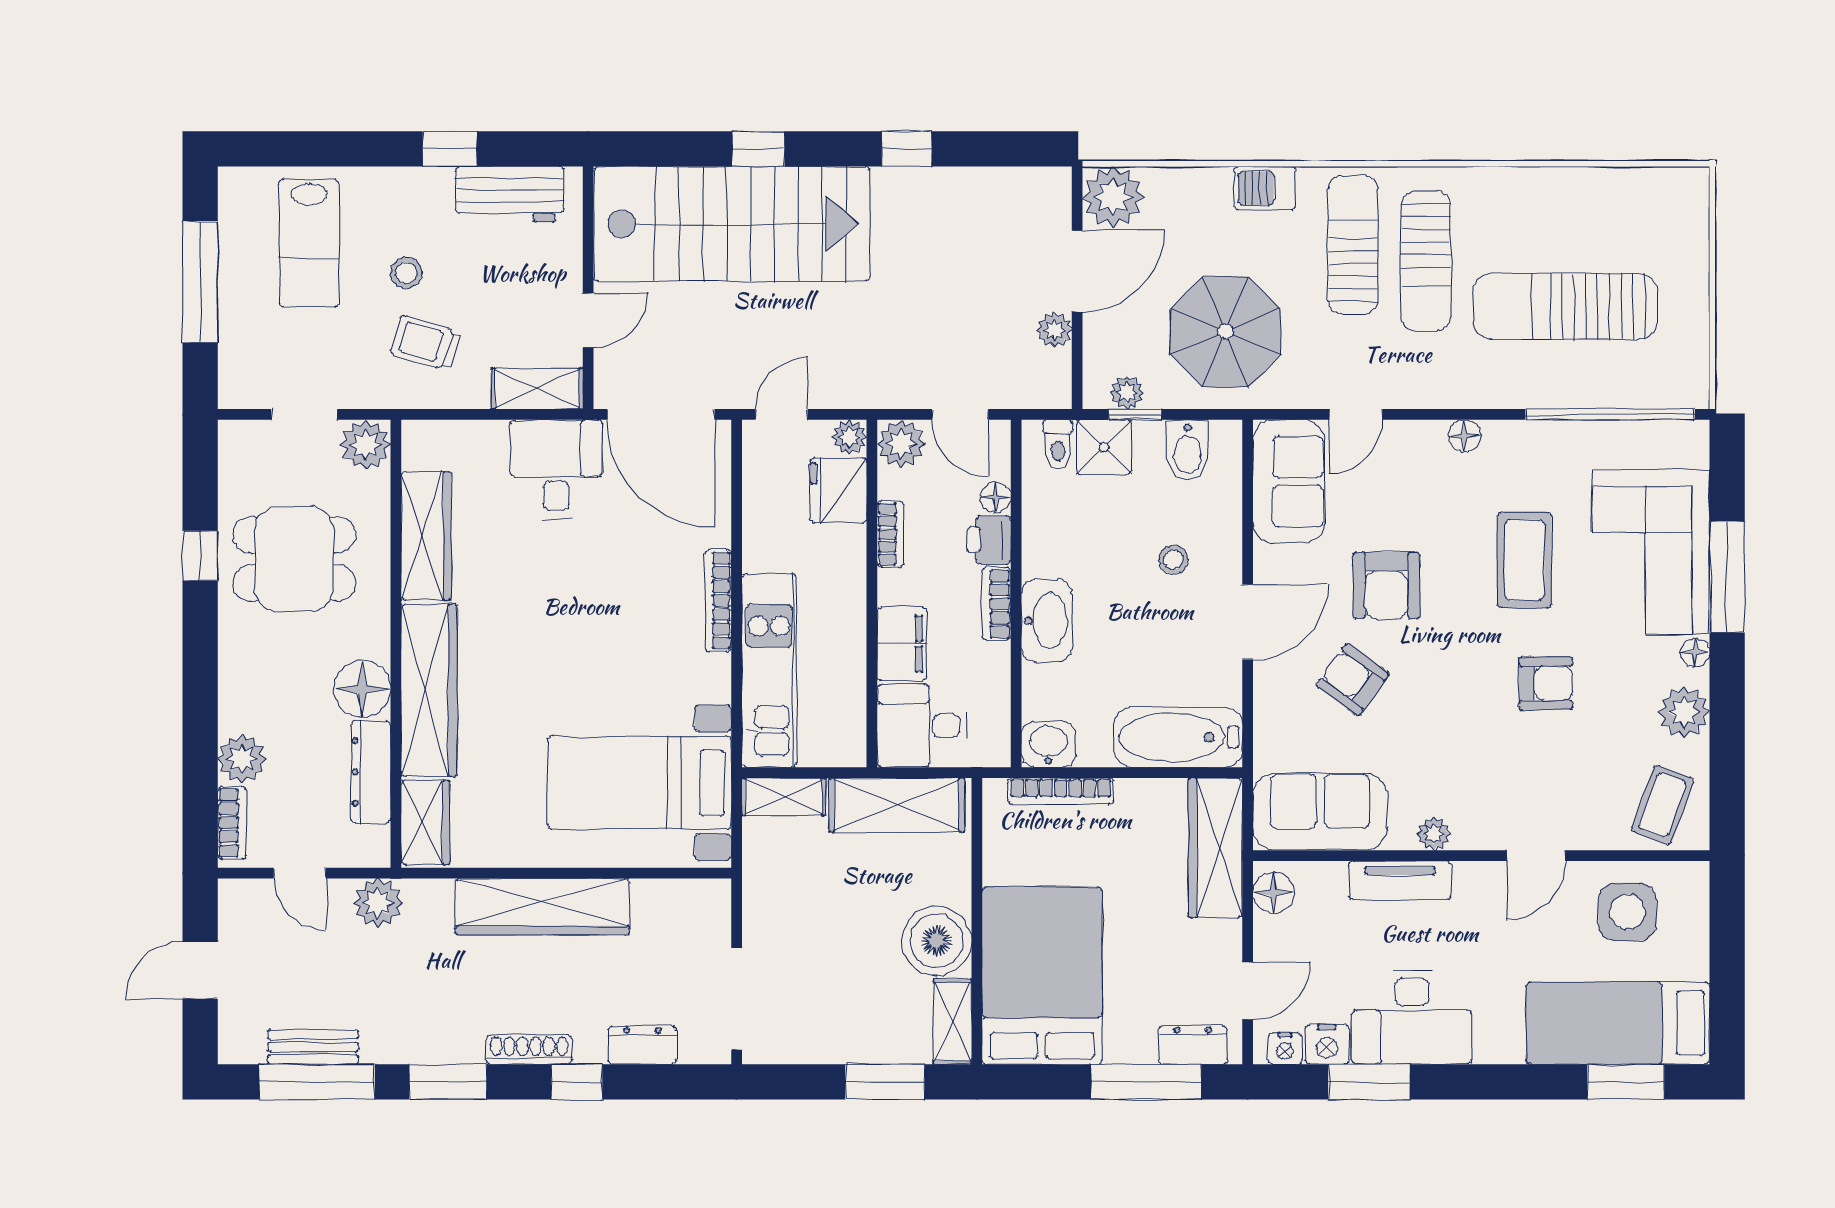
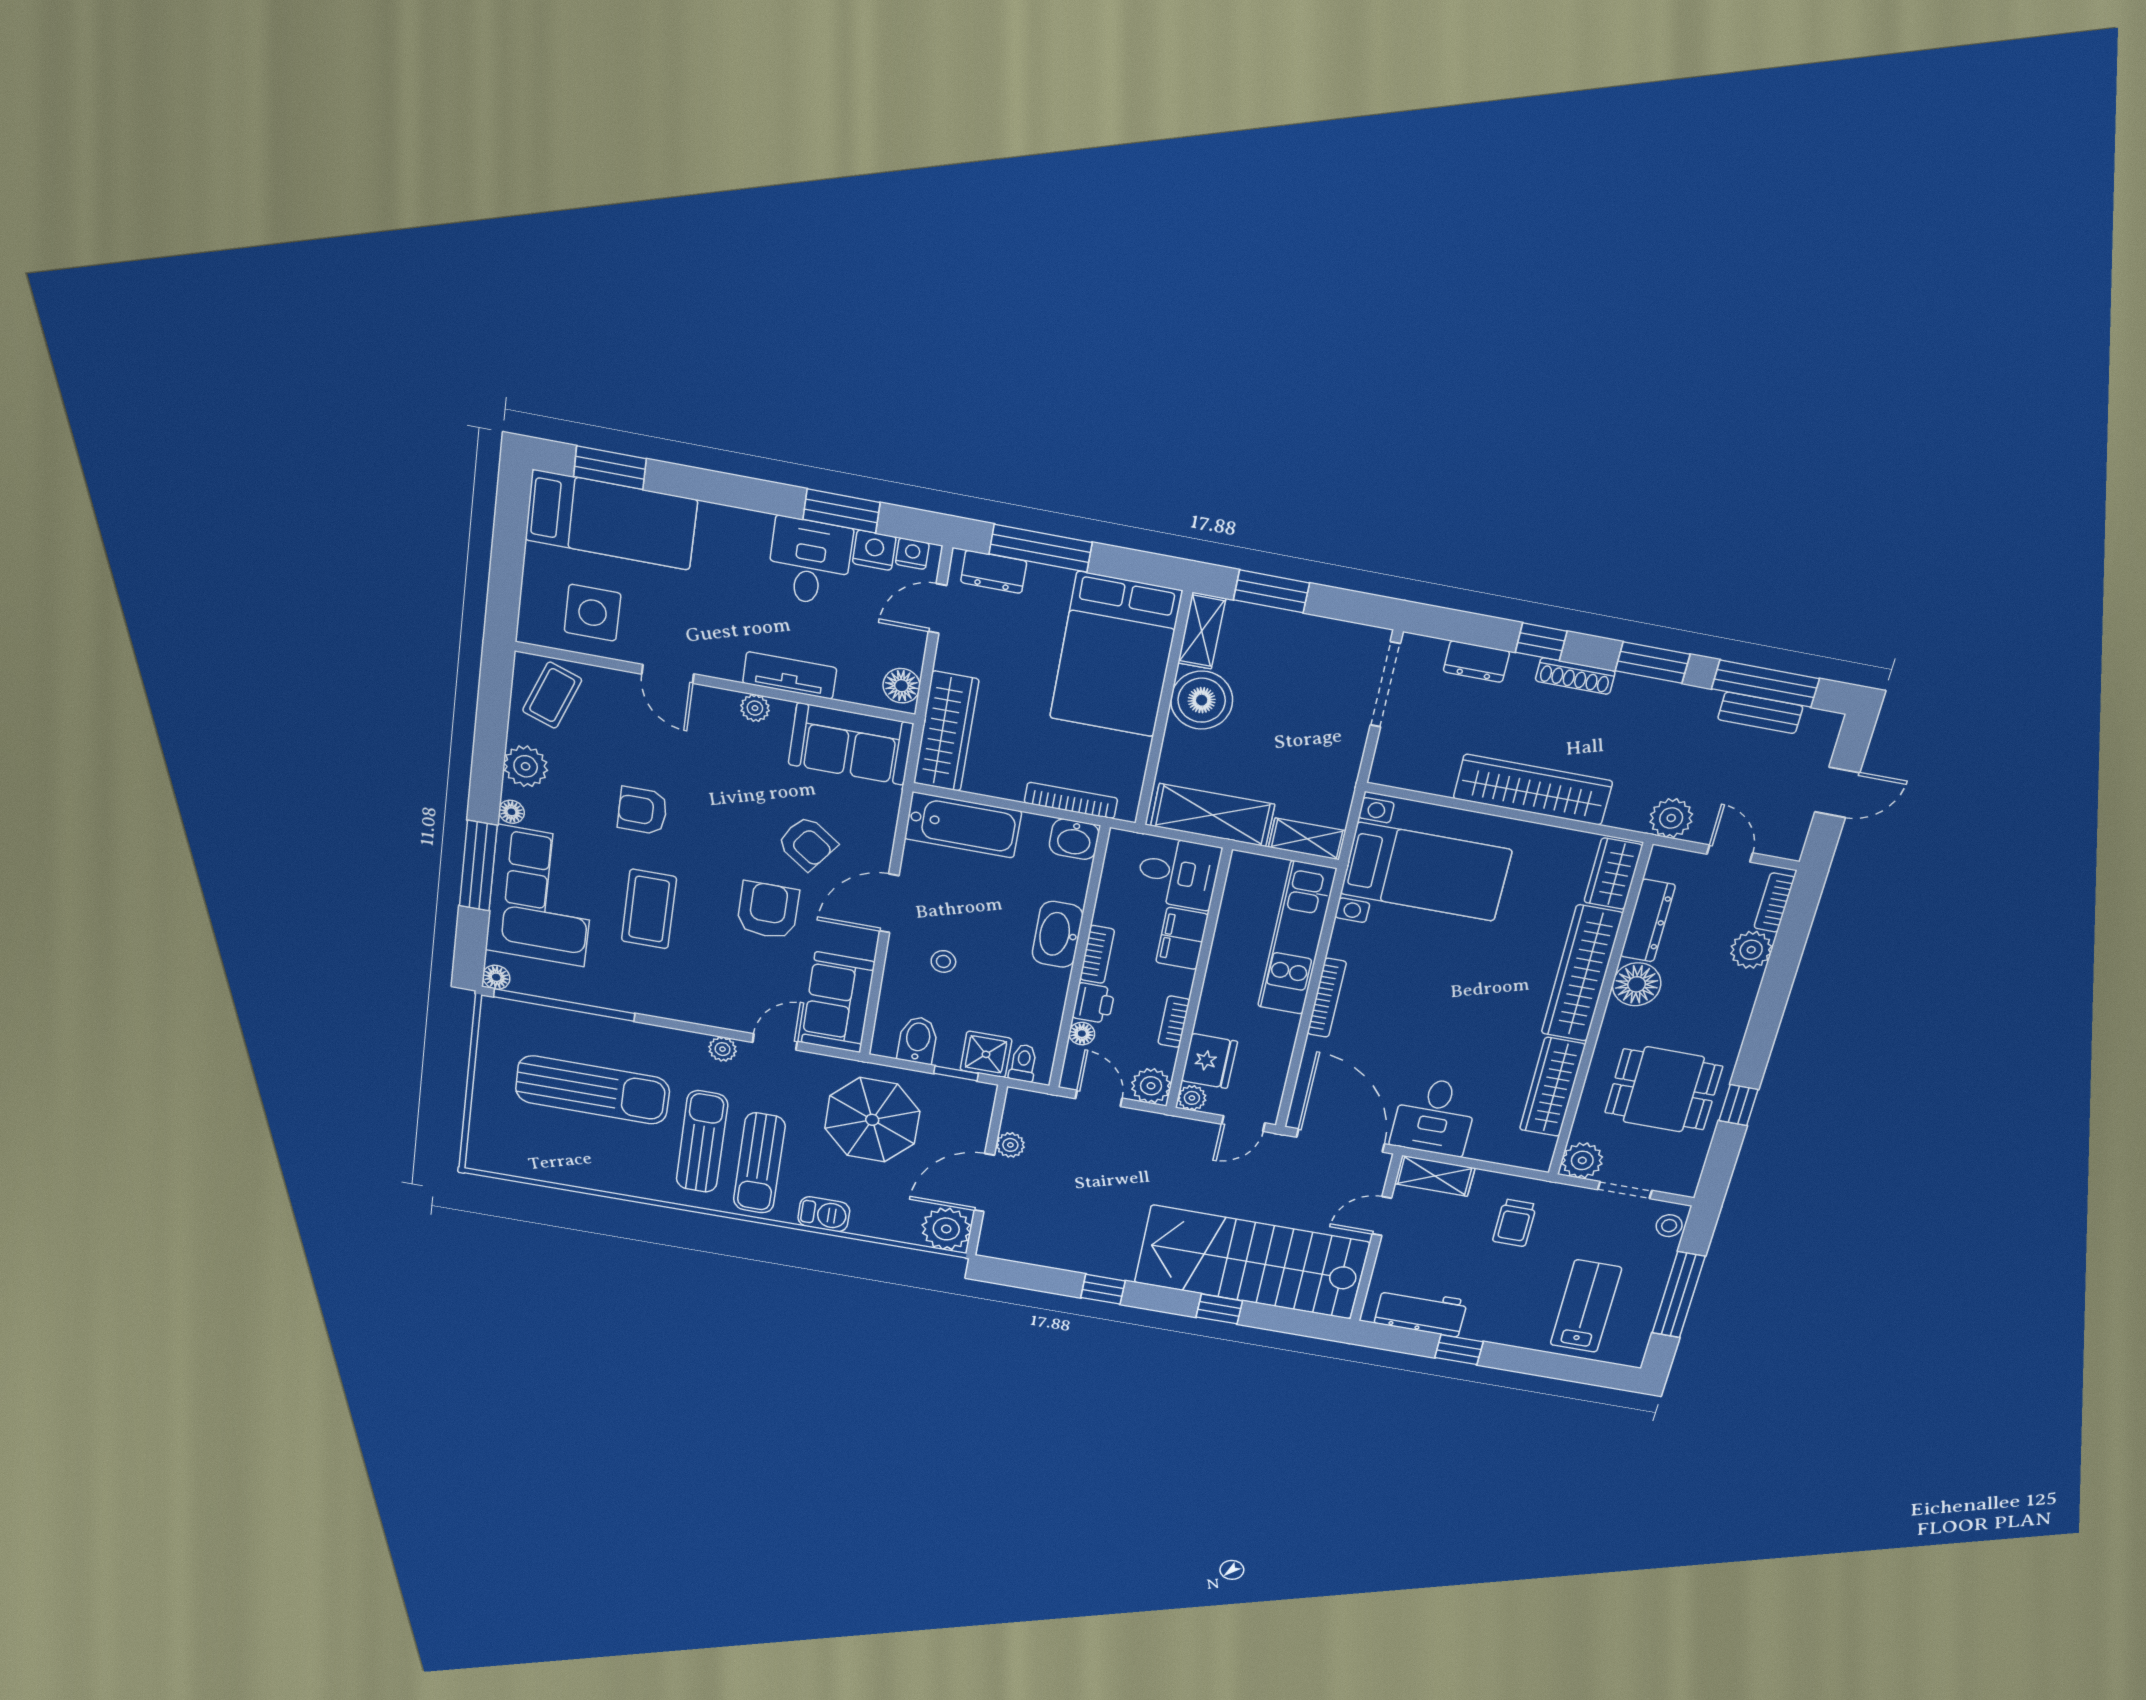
stool: (406, 273) -> (1669, 1226), moved
trolley: (425, 343) -> (1515, 1223), turned 73
plant: (1127, 392) -> (723, 1049), moved
floor lamp: (1465, 436) -> (496, 977), moved
door: (1536, 856) -> (668, 674), swing flipped
desk: (1412, 1017) -> (810, 562), width x0.73

